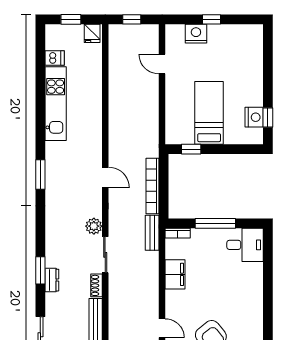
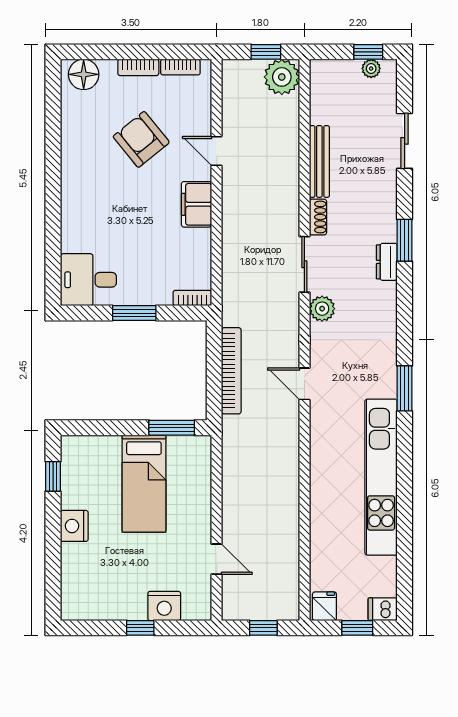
dishwasher: (55, 58) -> (383, 609), moved
kitchen unit: (56, 104) -> (381, 477), width x1.36
nightstand: (254, 117) -> (74, 526), moved
window: (191, 149) -> (172, 428), width x1.50
window: (215, 223) -> (134, 313), width x0.69
bench: (152, 233) -> (232, 299), removed
filing cabinet: (175, 274) -> (197, 204), moved
dresser: (52, 280) -> (387, 262), moved

